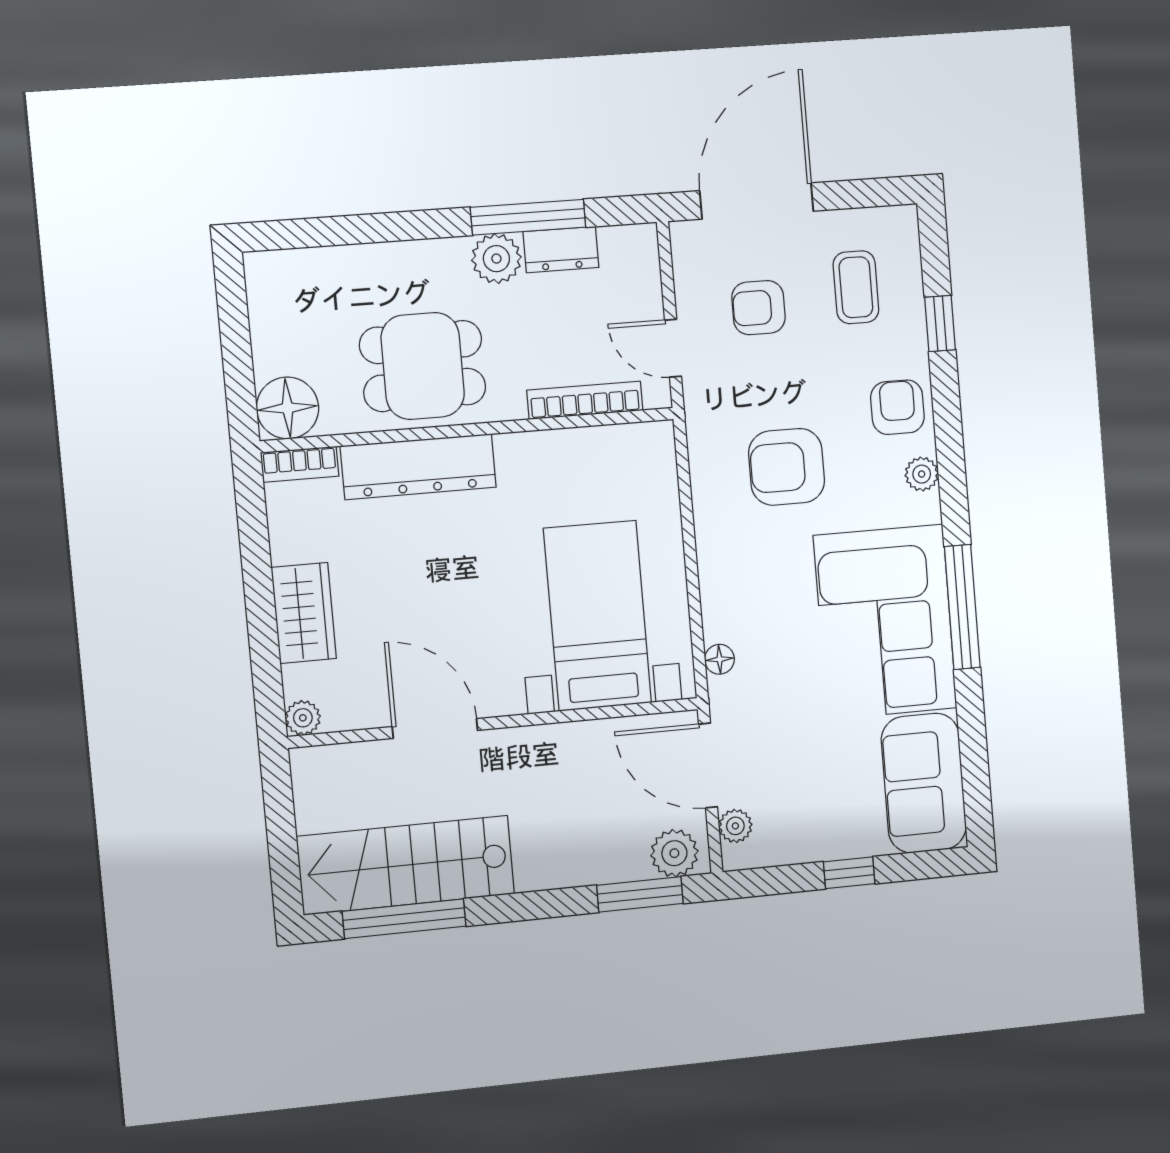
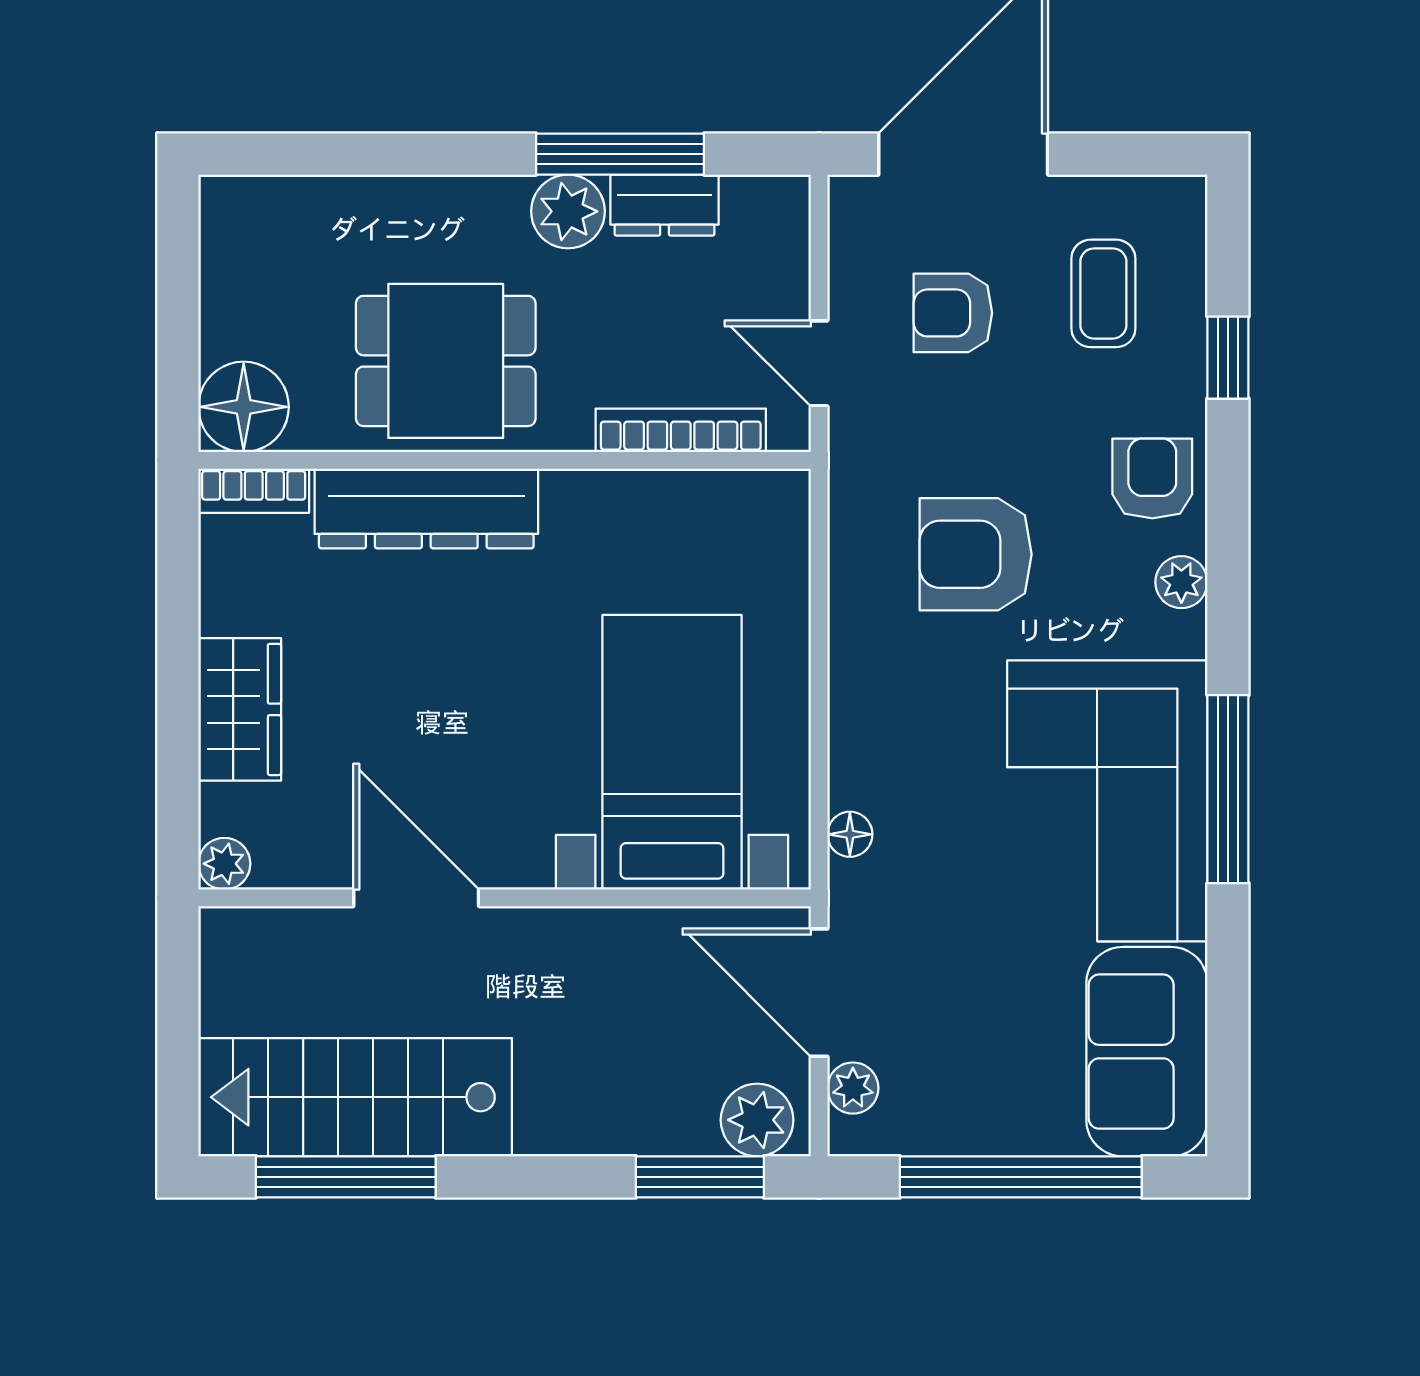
window: (849, 873) -> (1021, 1177), width x3.17

